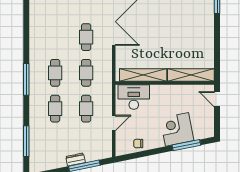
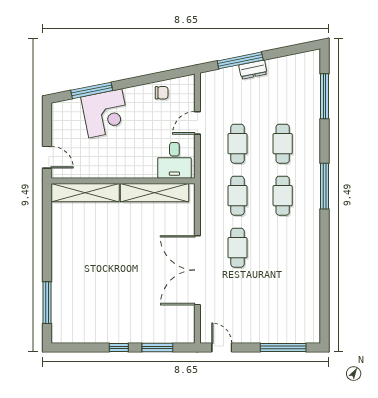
desk: (134, 97) -> (174, 160), width x0.73

